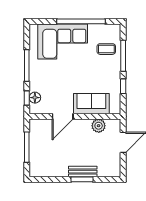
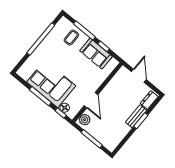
corner sofa: (63, 41) -> (51, 84), moved, turned -90
sofa: (91, 104) -> (96, 54), moved, turned -90
plant: (99, 126) -> (85, 120), moved
dresser: (108, 171) -> (149, 100), added

